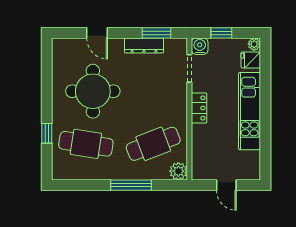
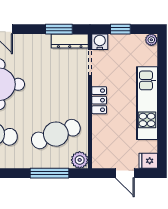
dresser: (144, 45) -> (70, 41), moved
fridge: (251, 60) -> (148, 161), moved
window: (131, 185) -> (49, 173), moved

